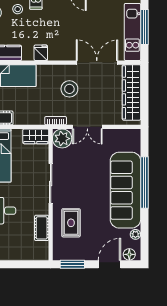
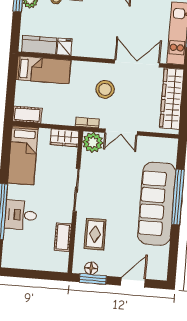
fridge: (41, 53) -> (64, 47), moved
plant: (135, 234) -> (164, 252), removed
floor lamp: (129, 254) -> (91, 268), moved

